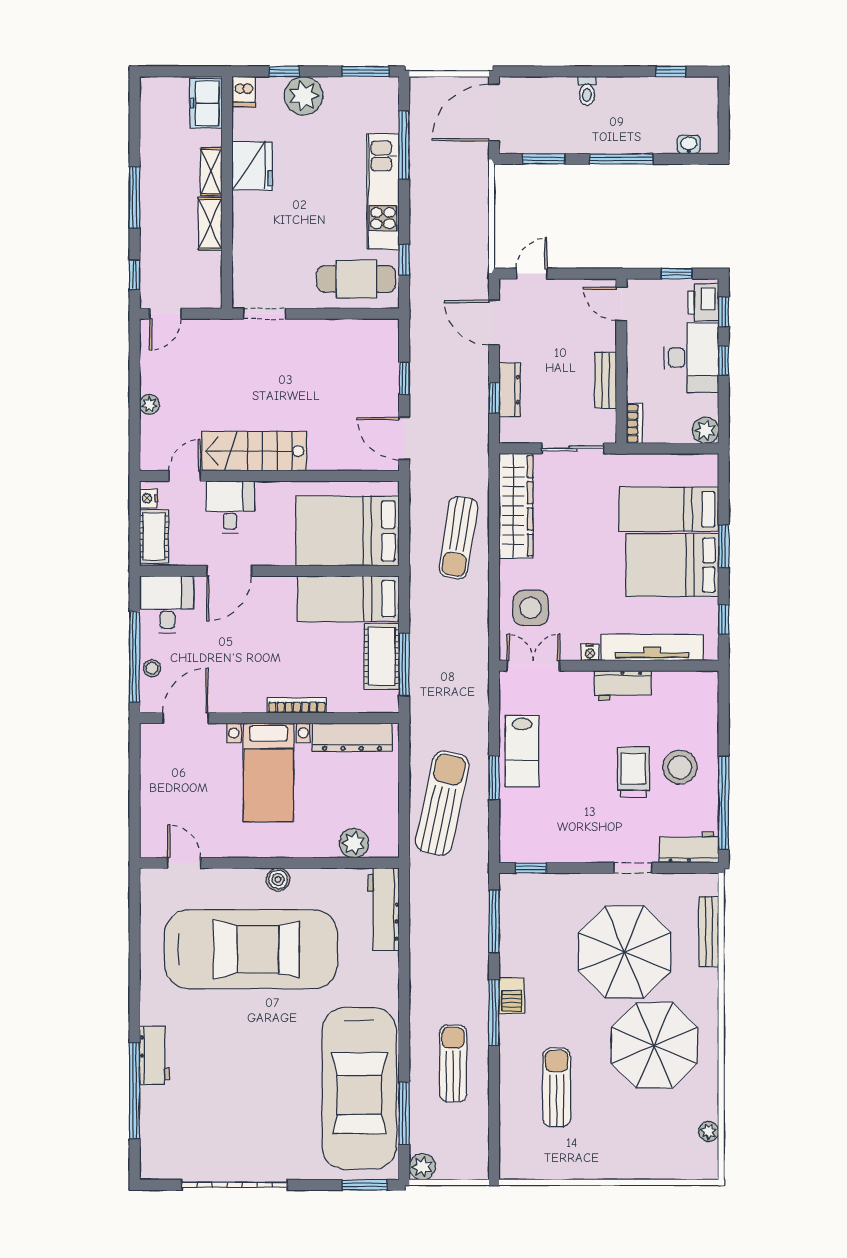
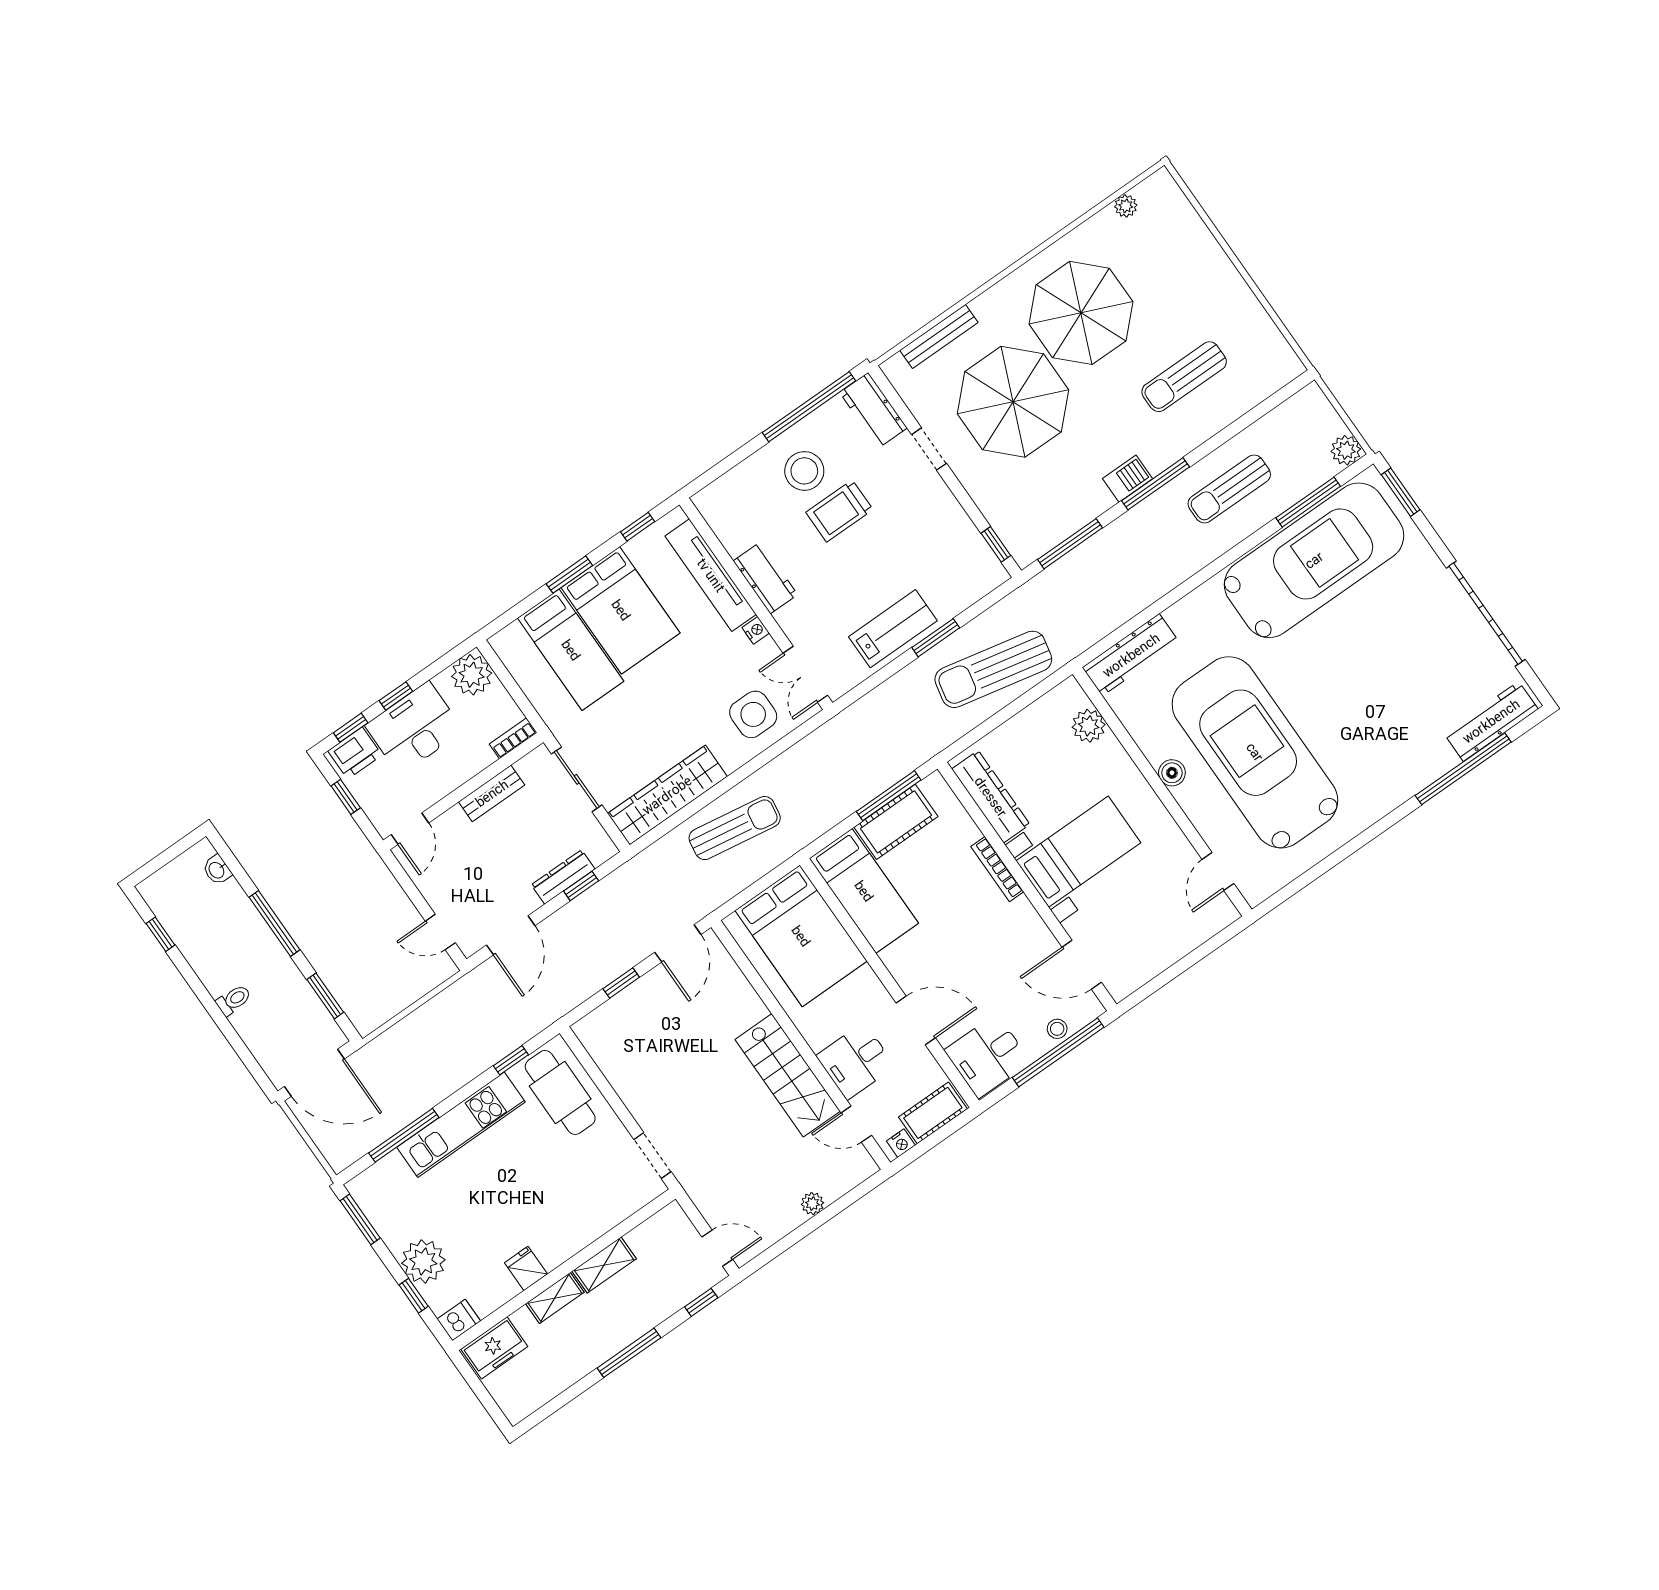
fridge: (252, 166) -> (526, 1268), width x0.53, depth x0.75
plant: (706, 430) -> (472, 675), width x1.36, depth x1.36
workbench: (155, 1055) -> (1491, 721), moved, width x1.38

